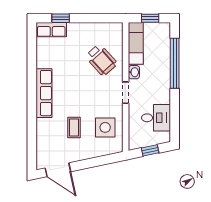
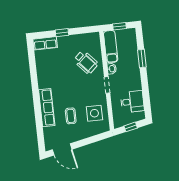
window: (61, 18) -> (62, 33), moved
window: (175, 63) -> (142, 59), width x0.47
row of seats: (44, 93) -> (47, 108), moved

